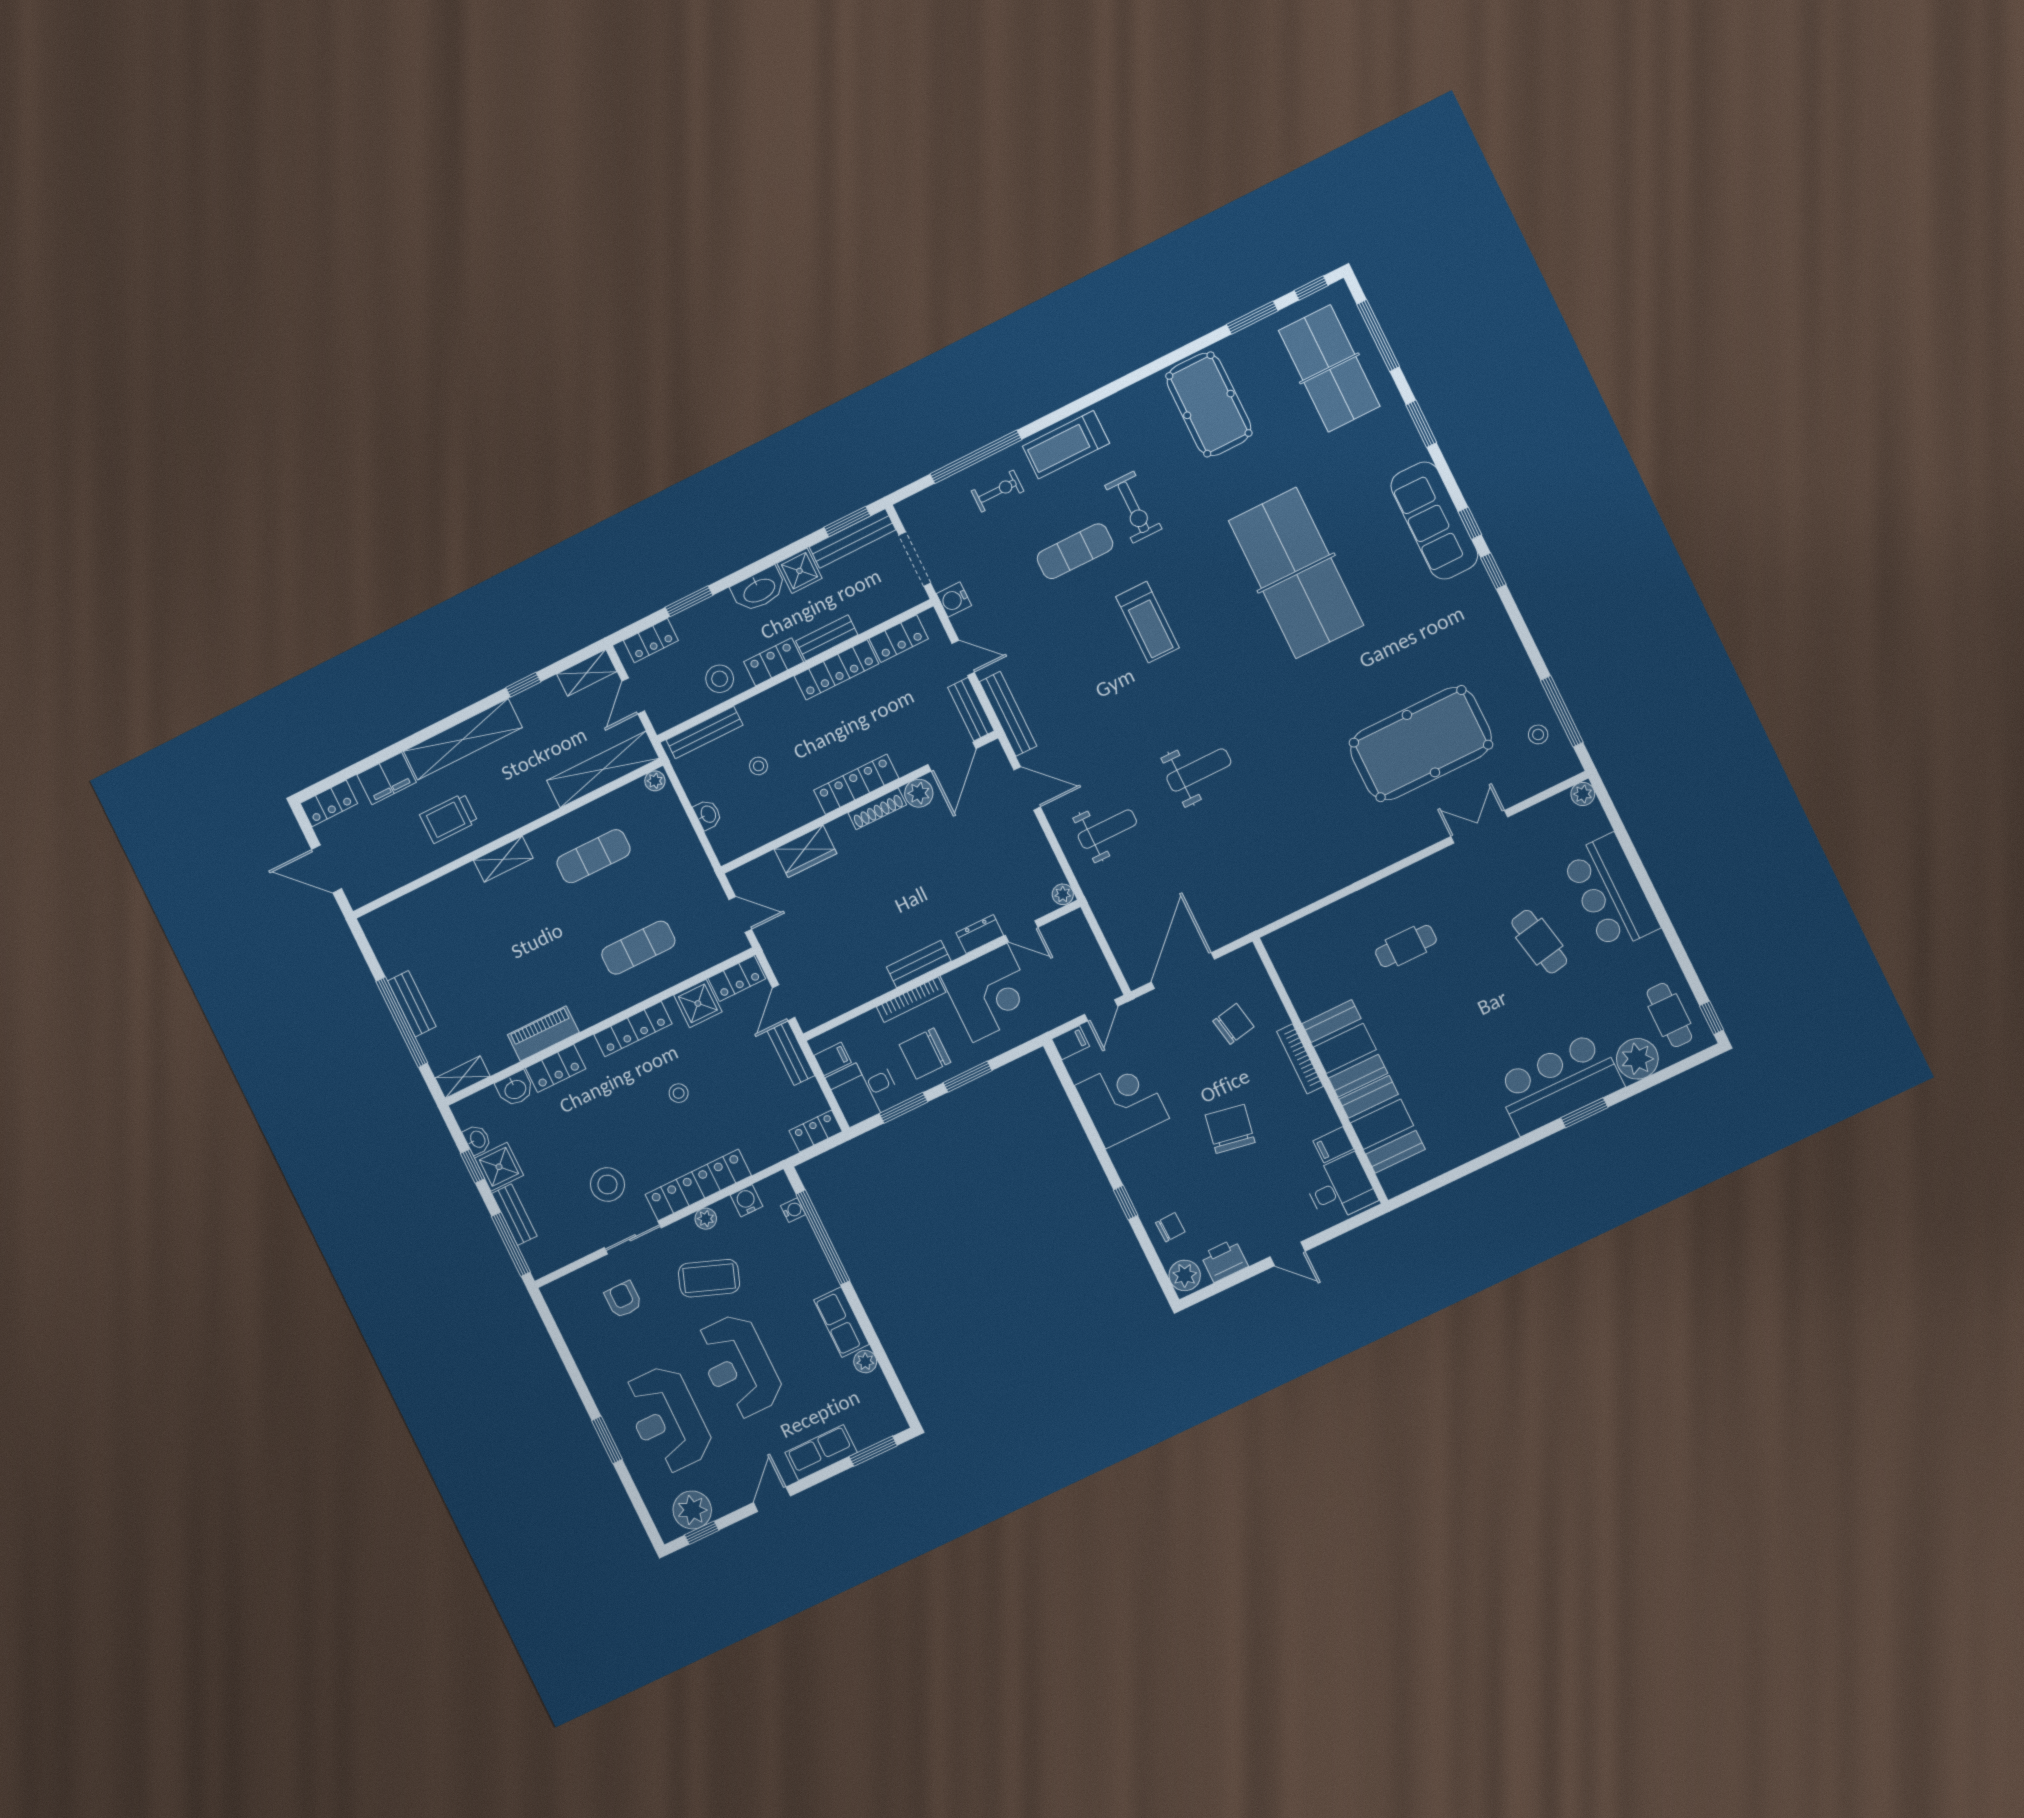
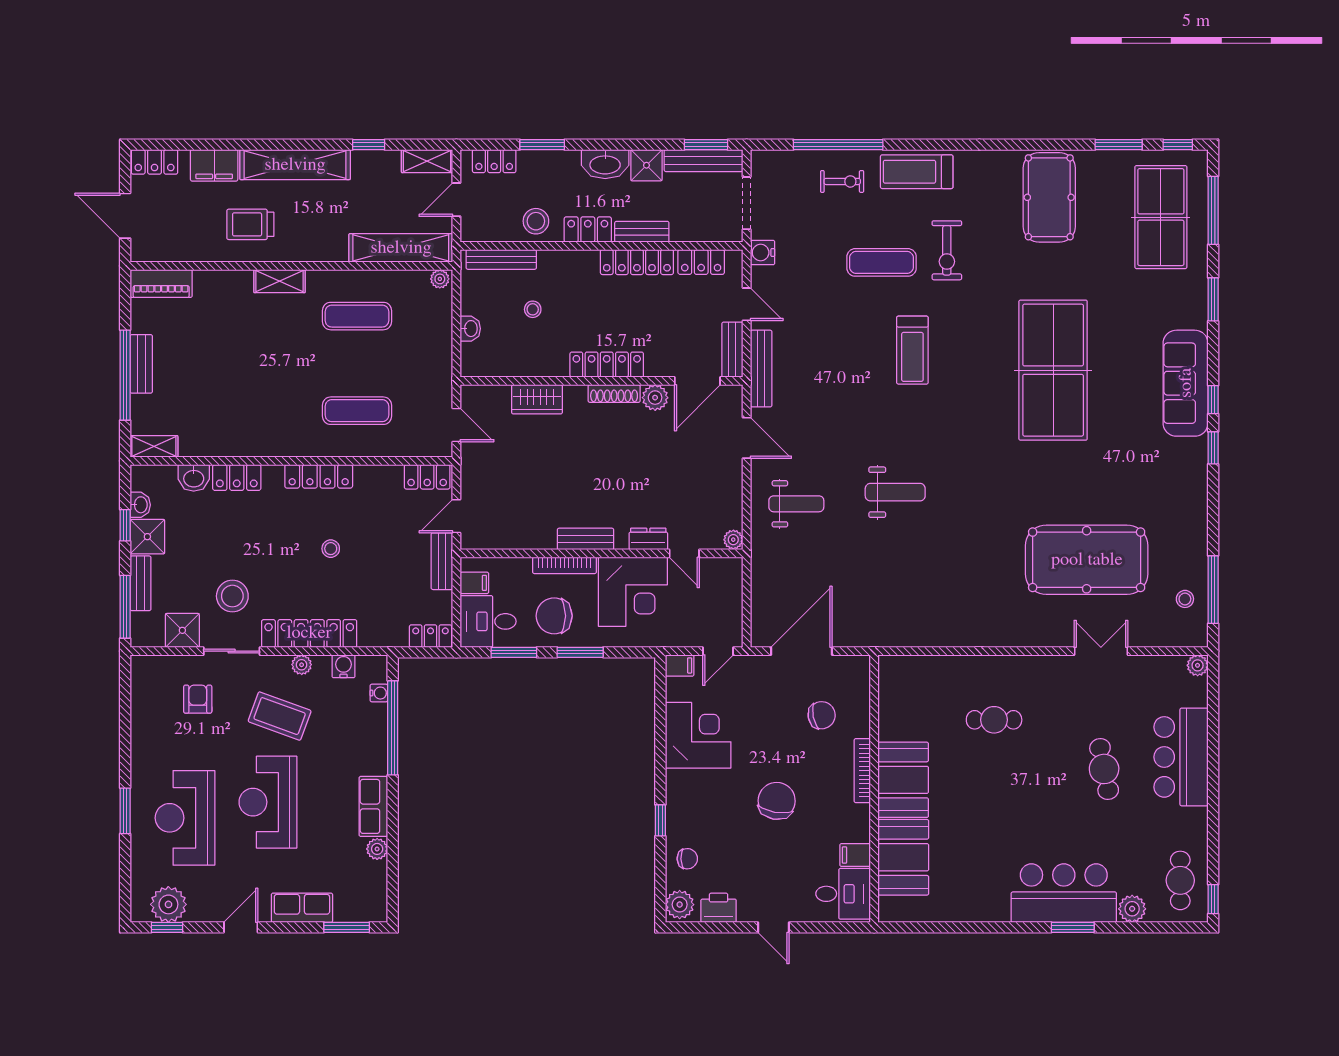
shower: (698, 1003) -> (182, 630), moved
piano: (543, 1034) -> (161, 283), moved, turned 180
plant: (1637, 1059) -> (1132, 909), width x0.73, depth x0.73

